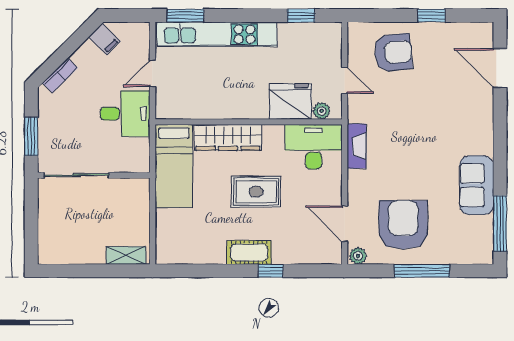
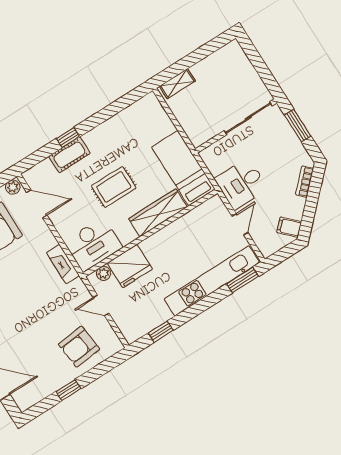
cot: (249, 252) -> (69, 155), moved

